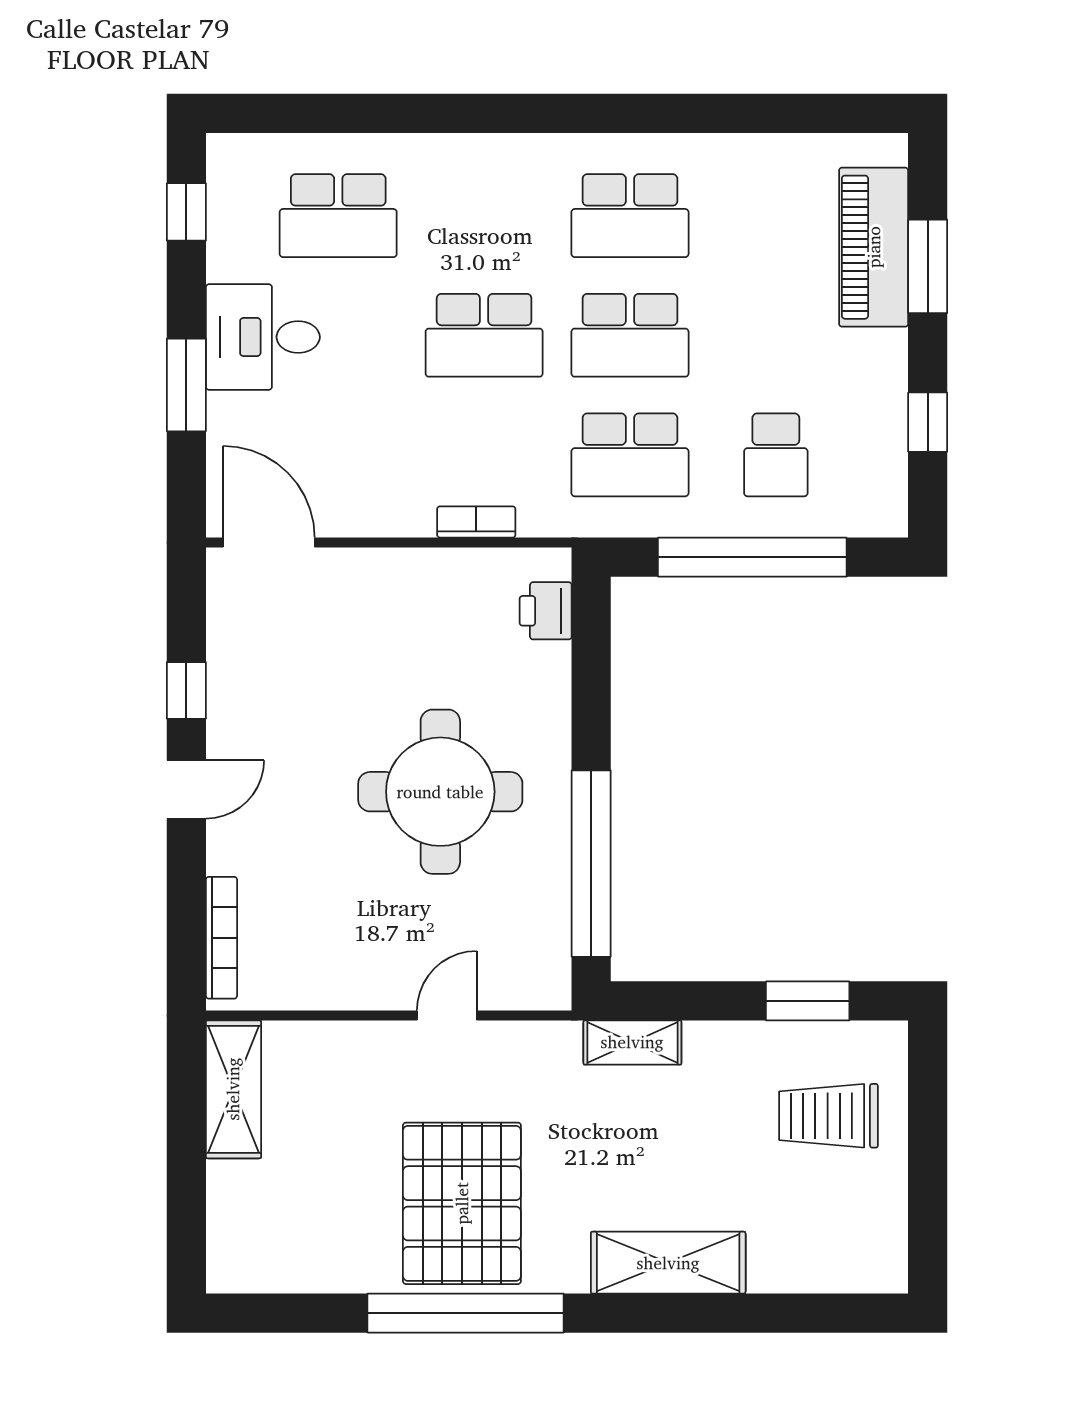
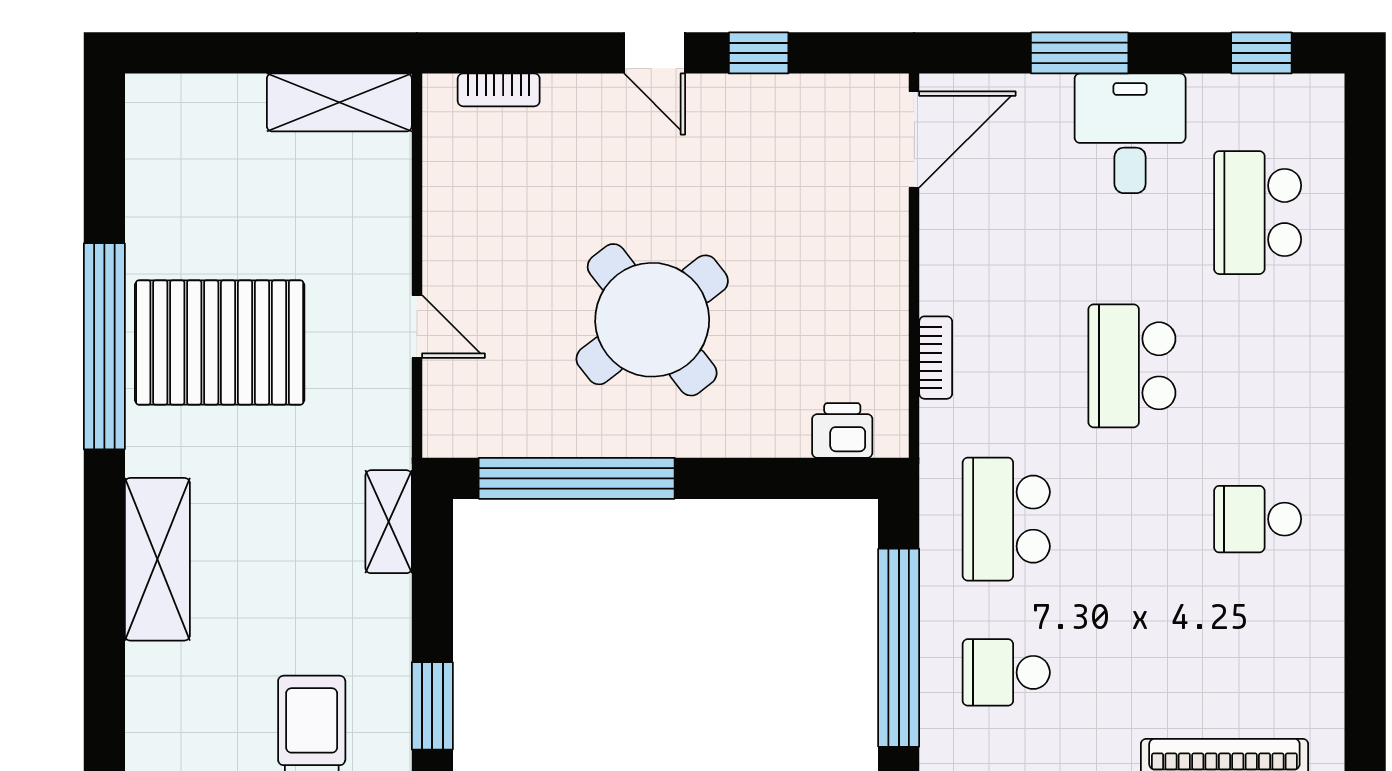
school desk: (630, 216) -> (1258, 519), width x0.54
school desk: (630, 335) -> (1132, 519), removed
round table: (440, 792) -> (652, 320), turned -38
bookcase: (221, 938) -> (499, 90), width x0.64

